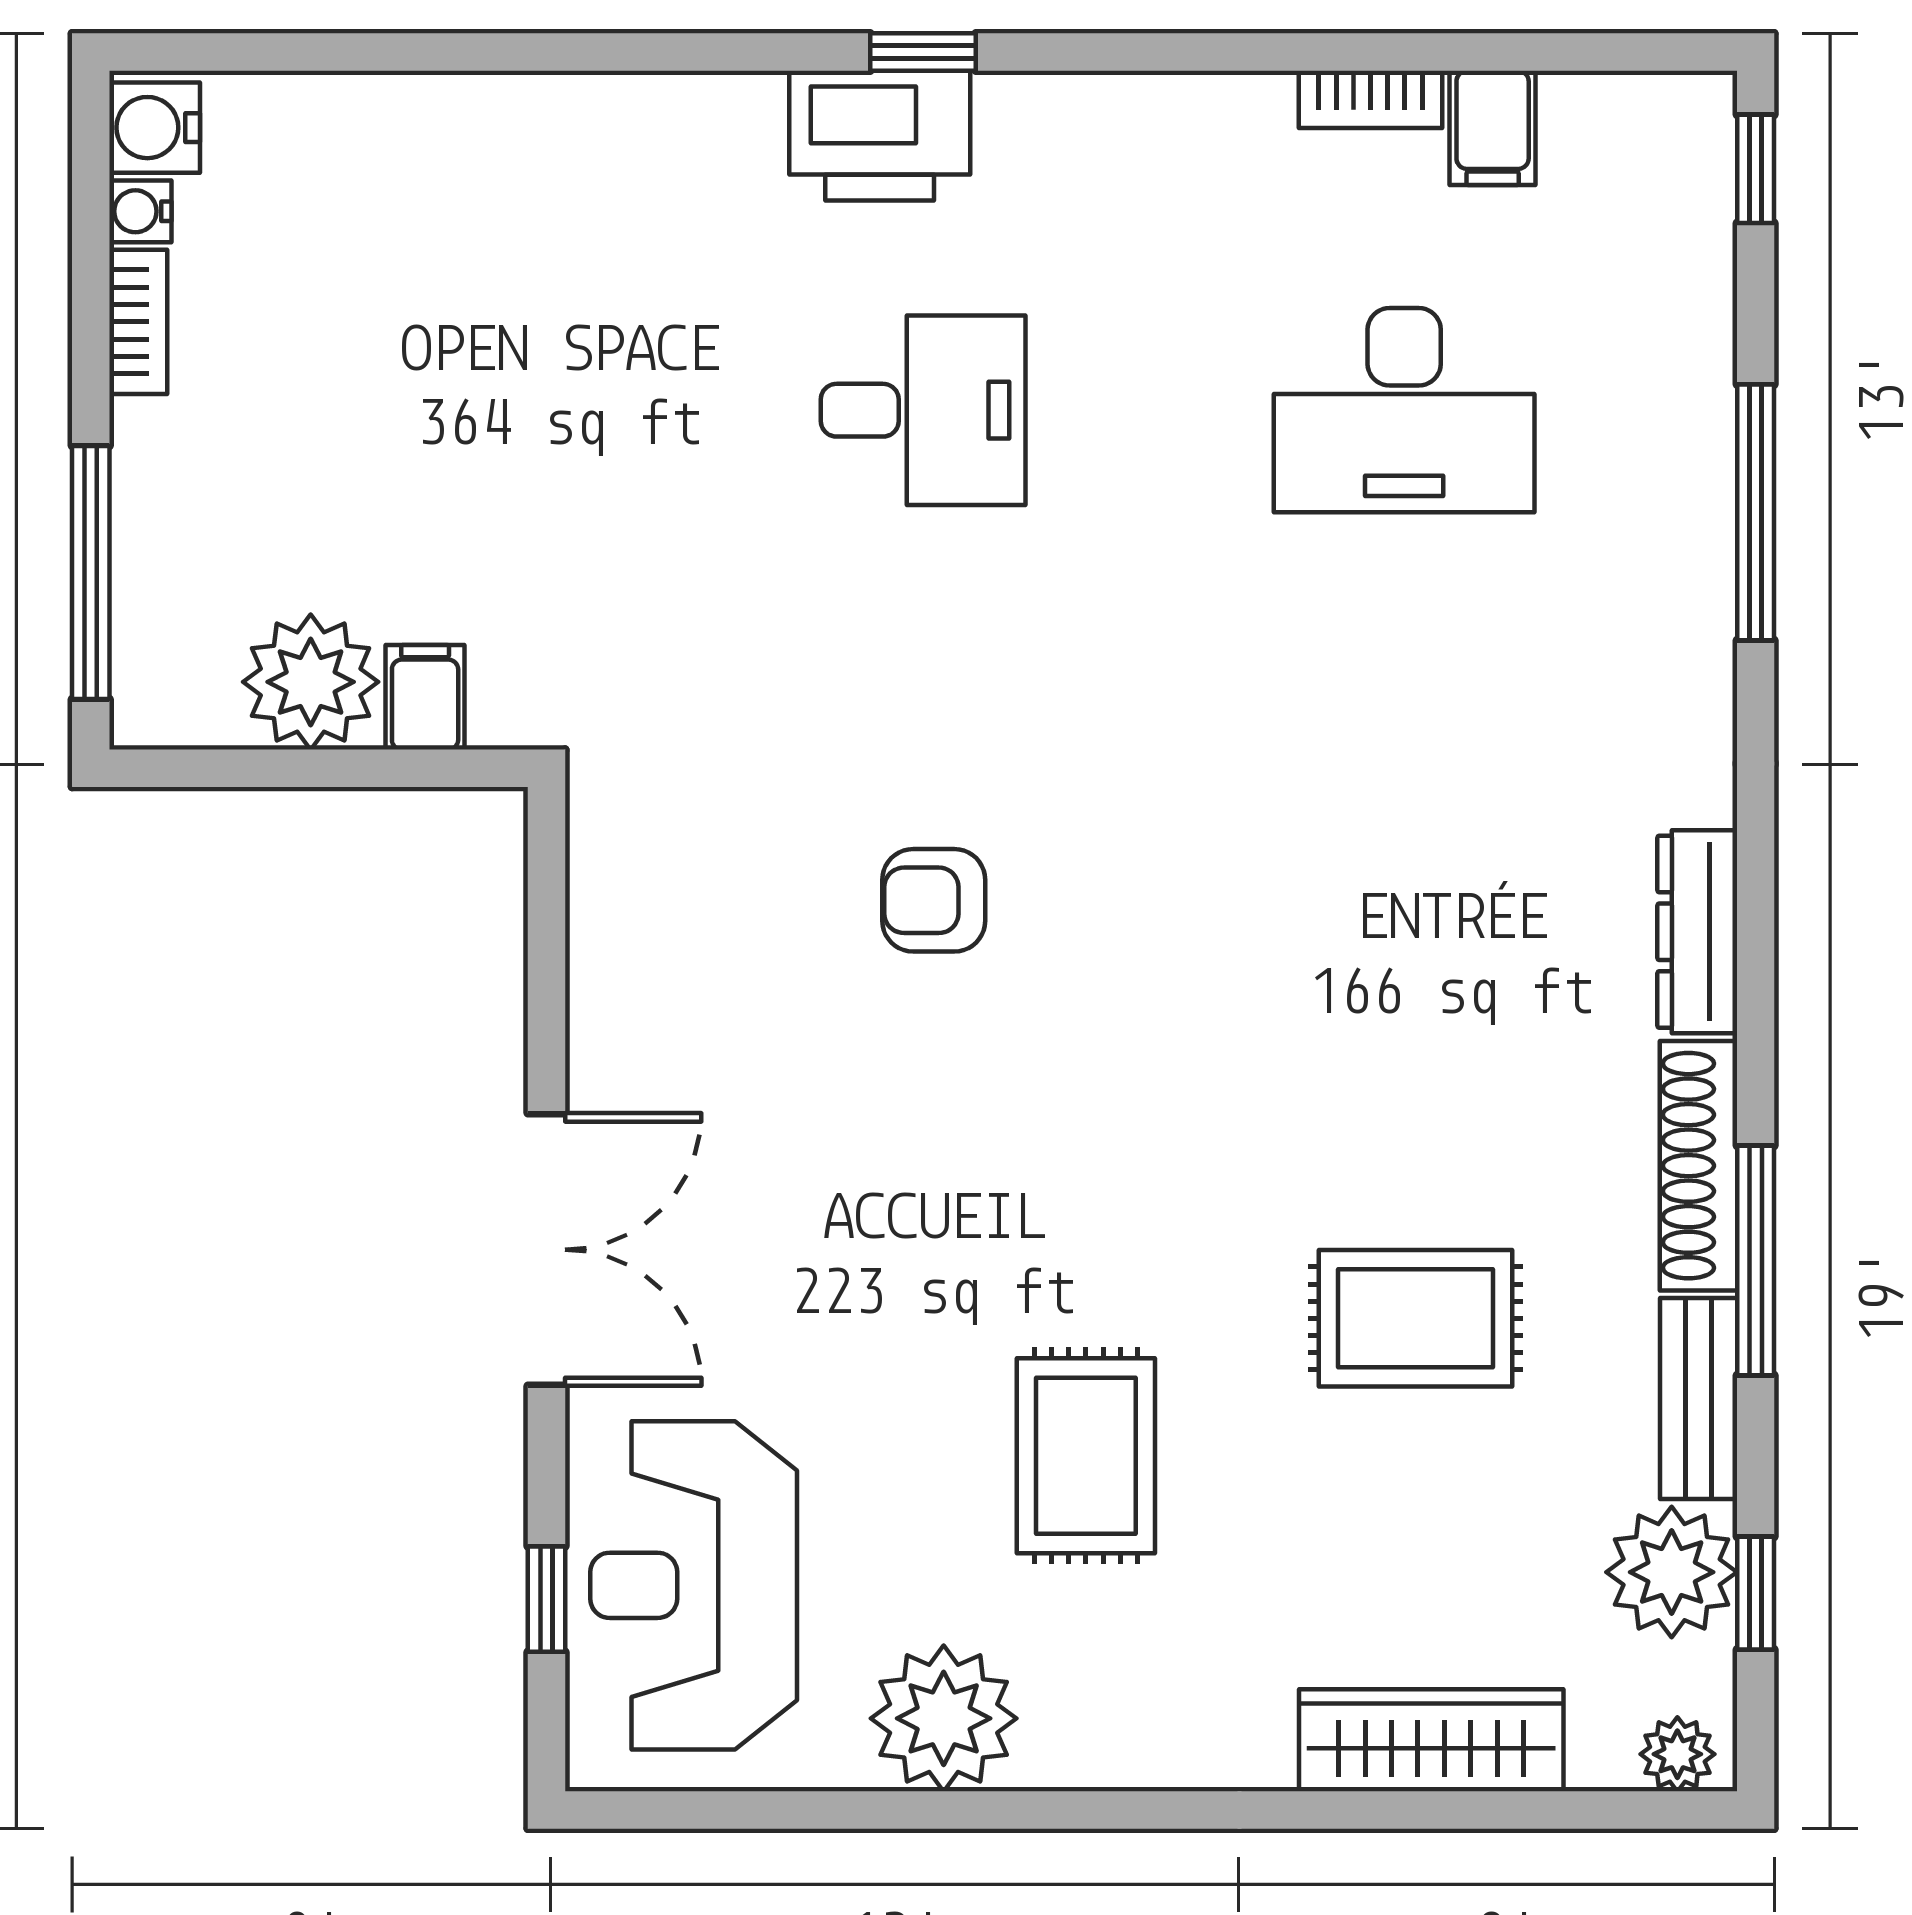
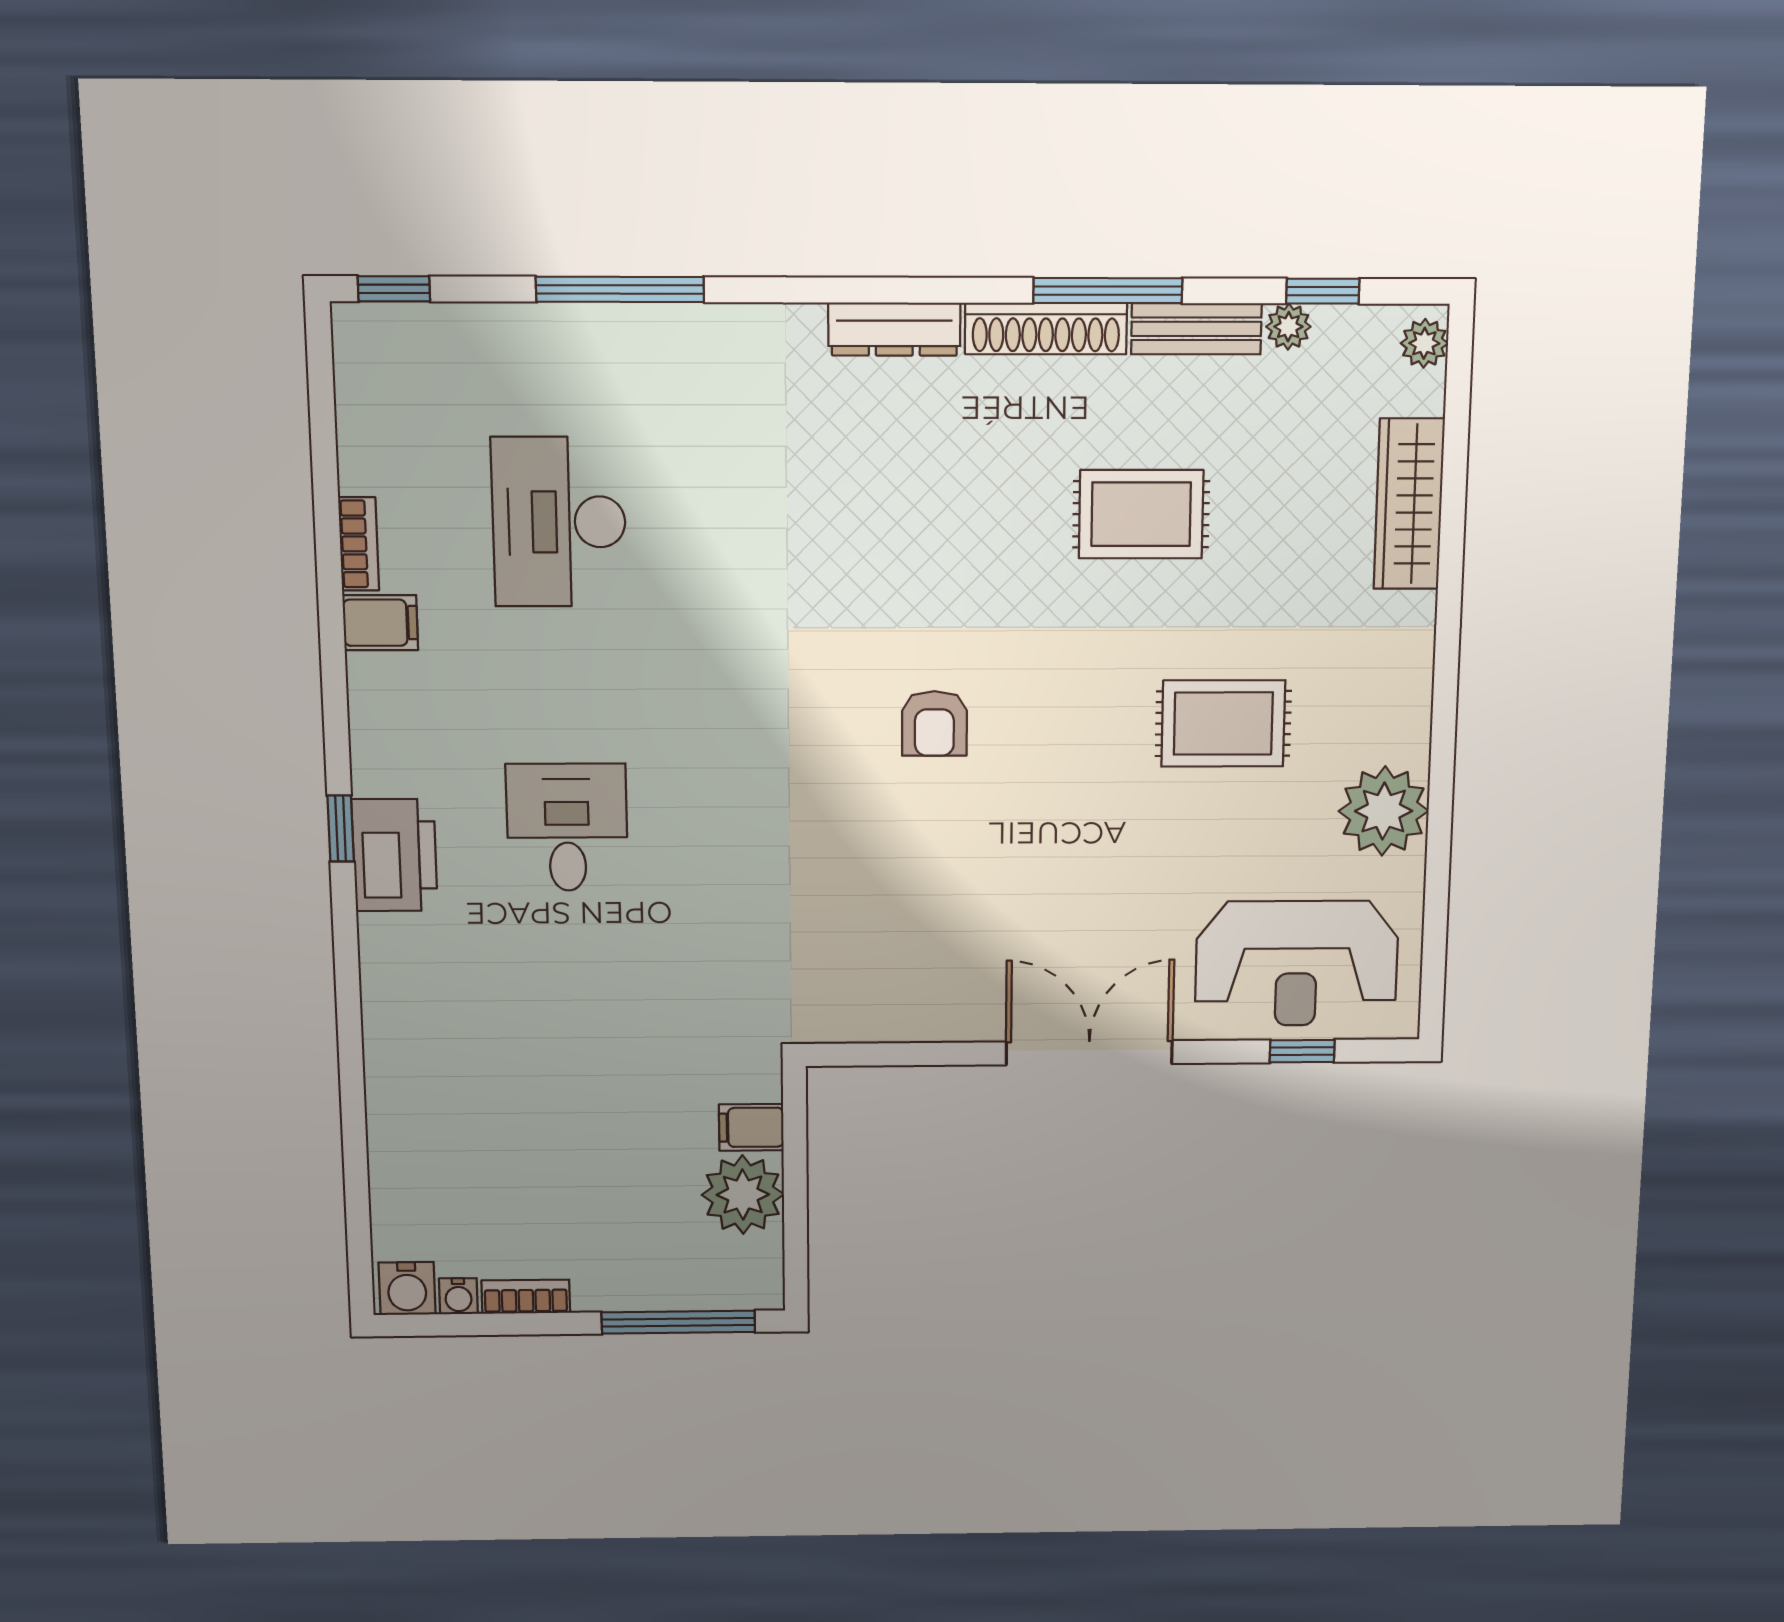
filing cabinet: (1493, 128) -> (380, 623), moved
desk: (1404, 410) -> (559, 522), turned 180
armchair: (934, 900) -> (934, 723), moved
rug: (1416, 1318) -> (1141, 514), turned 90
plant: (1672, 1572) -> (1288, 327), width x0.53, depth x0.53

